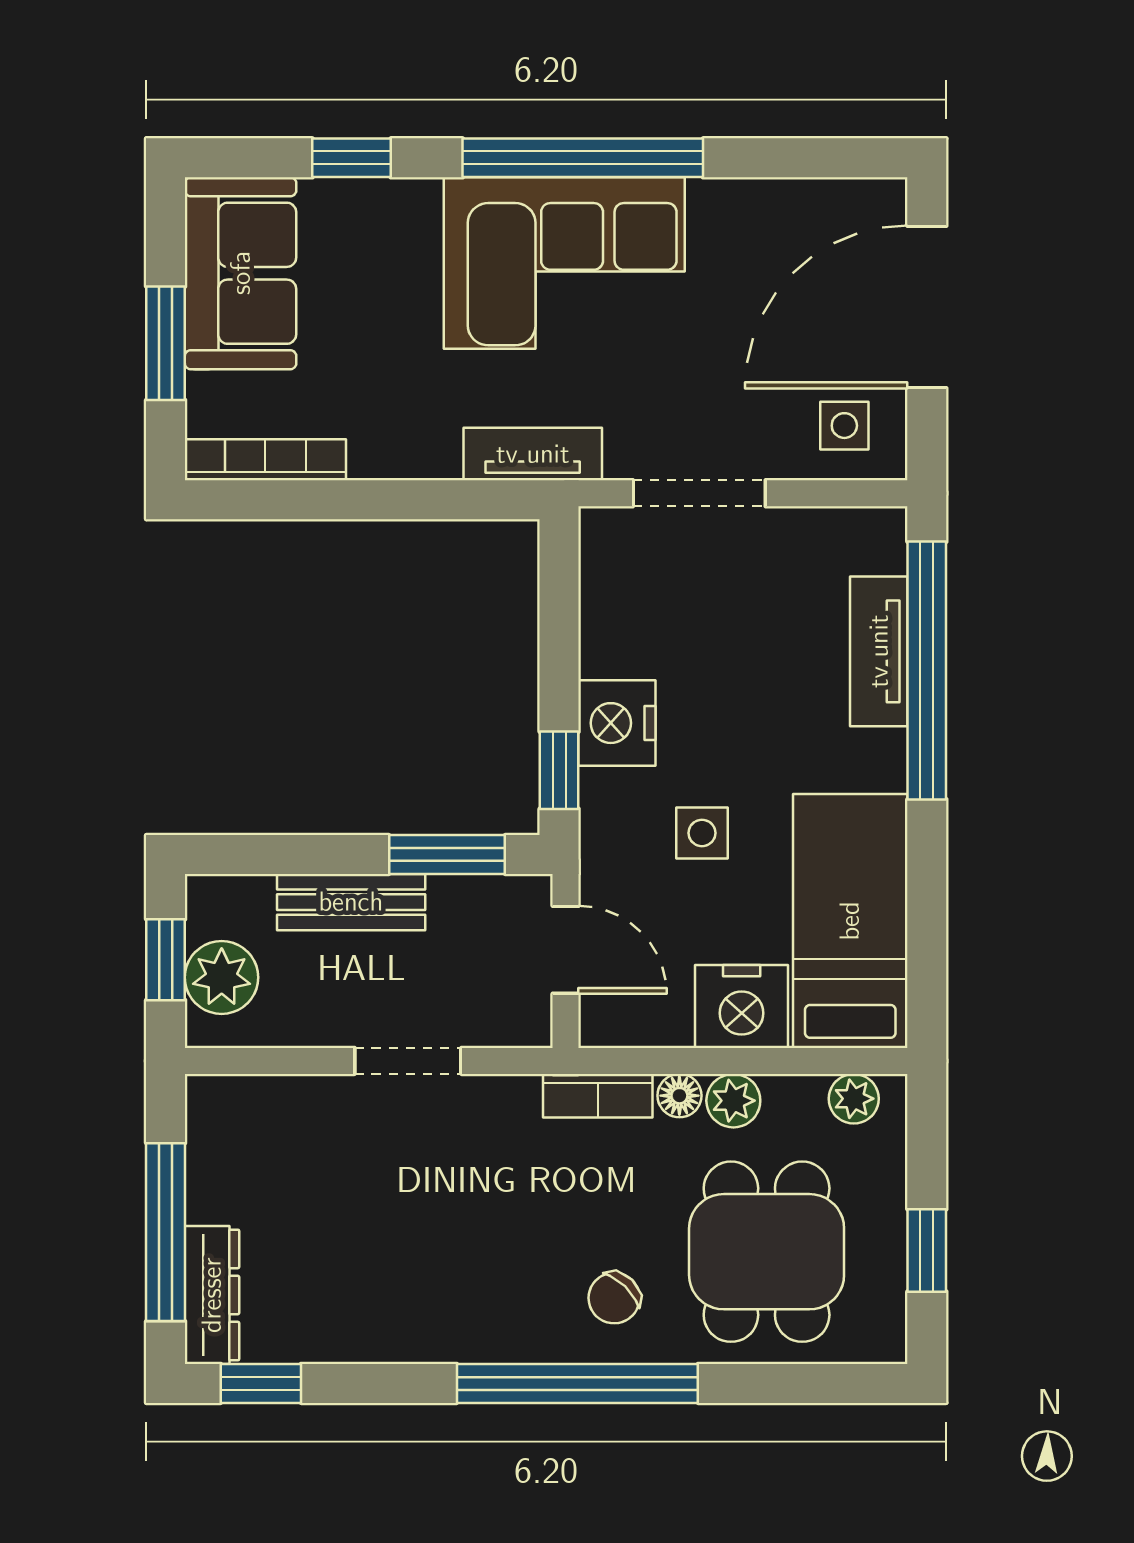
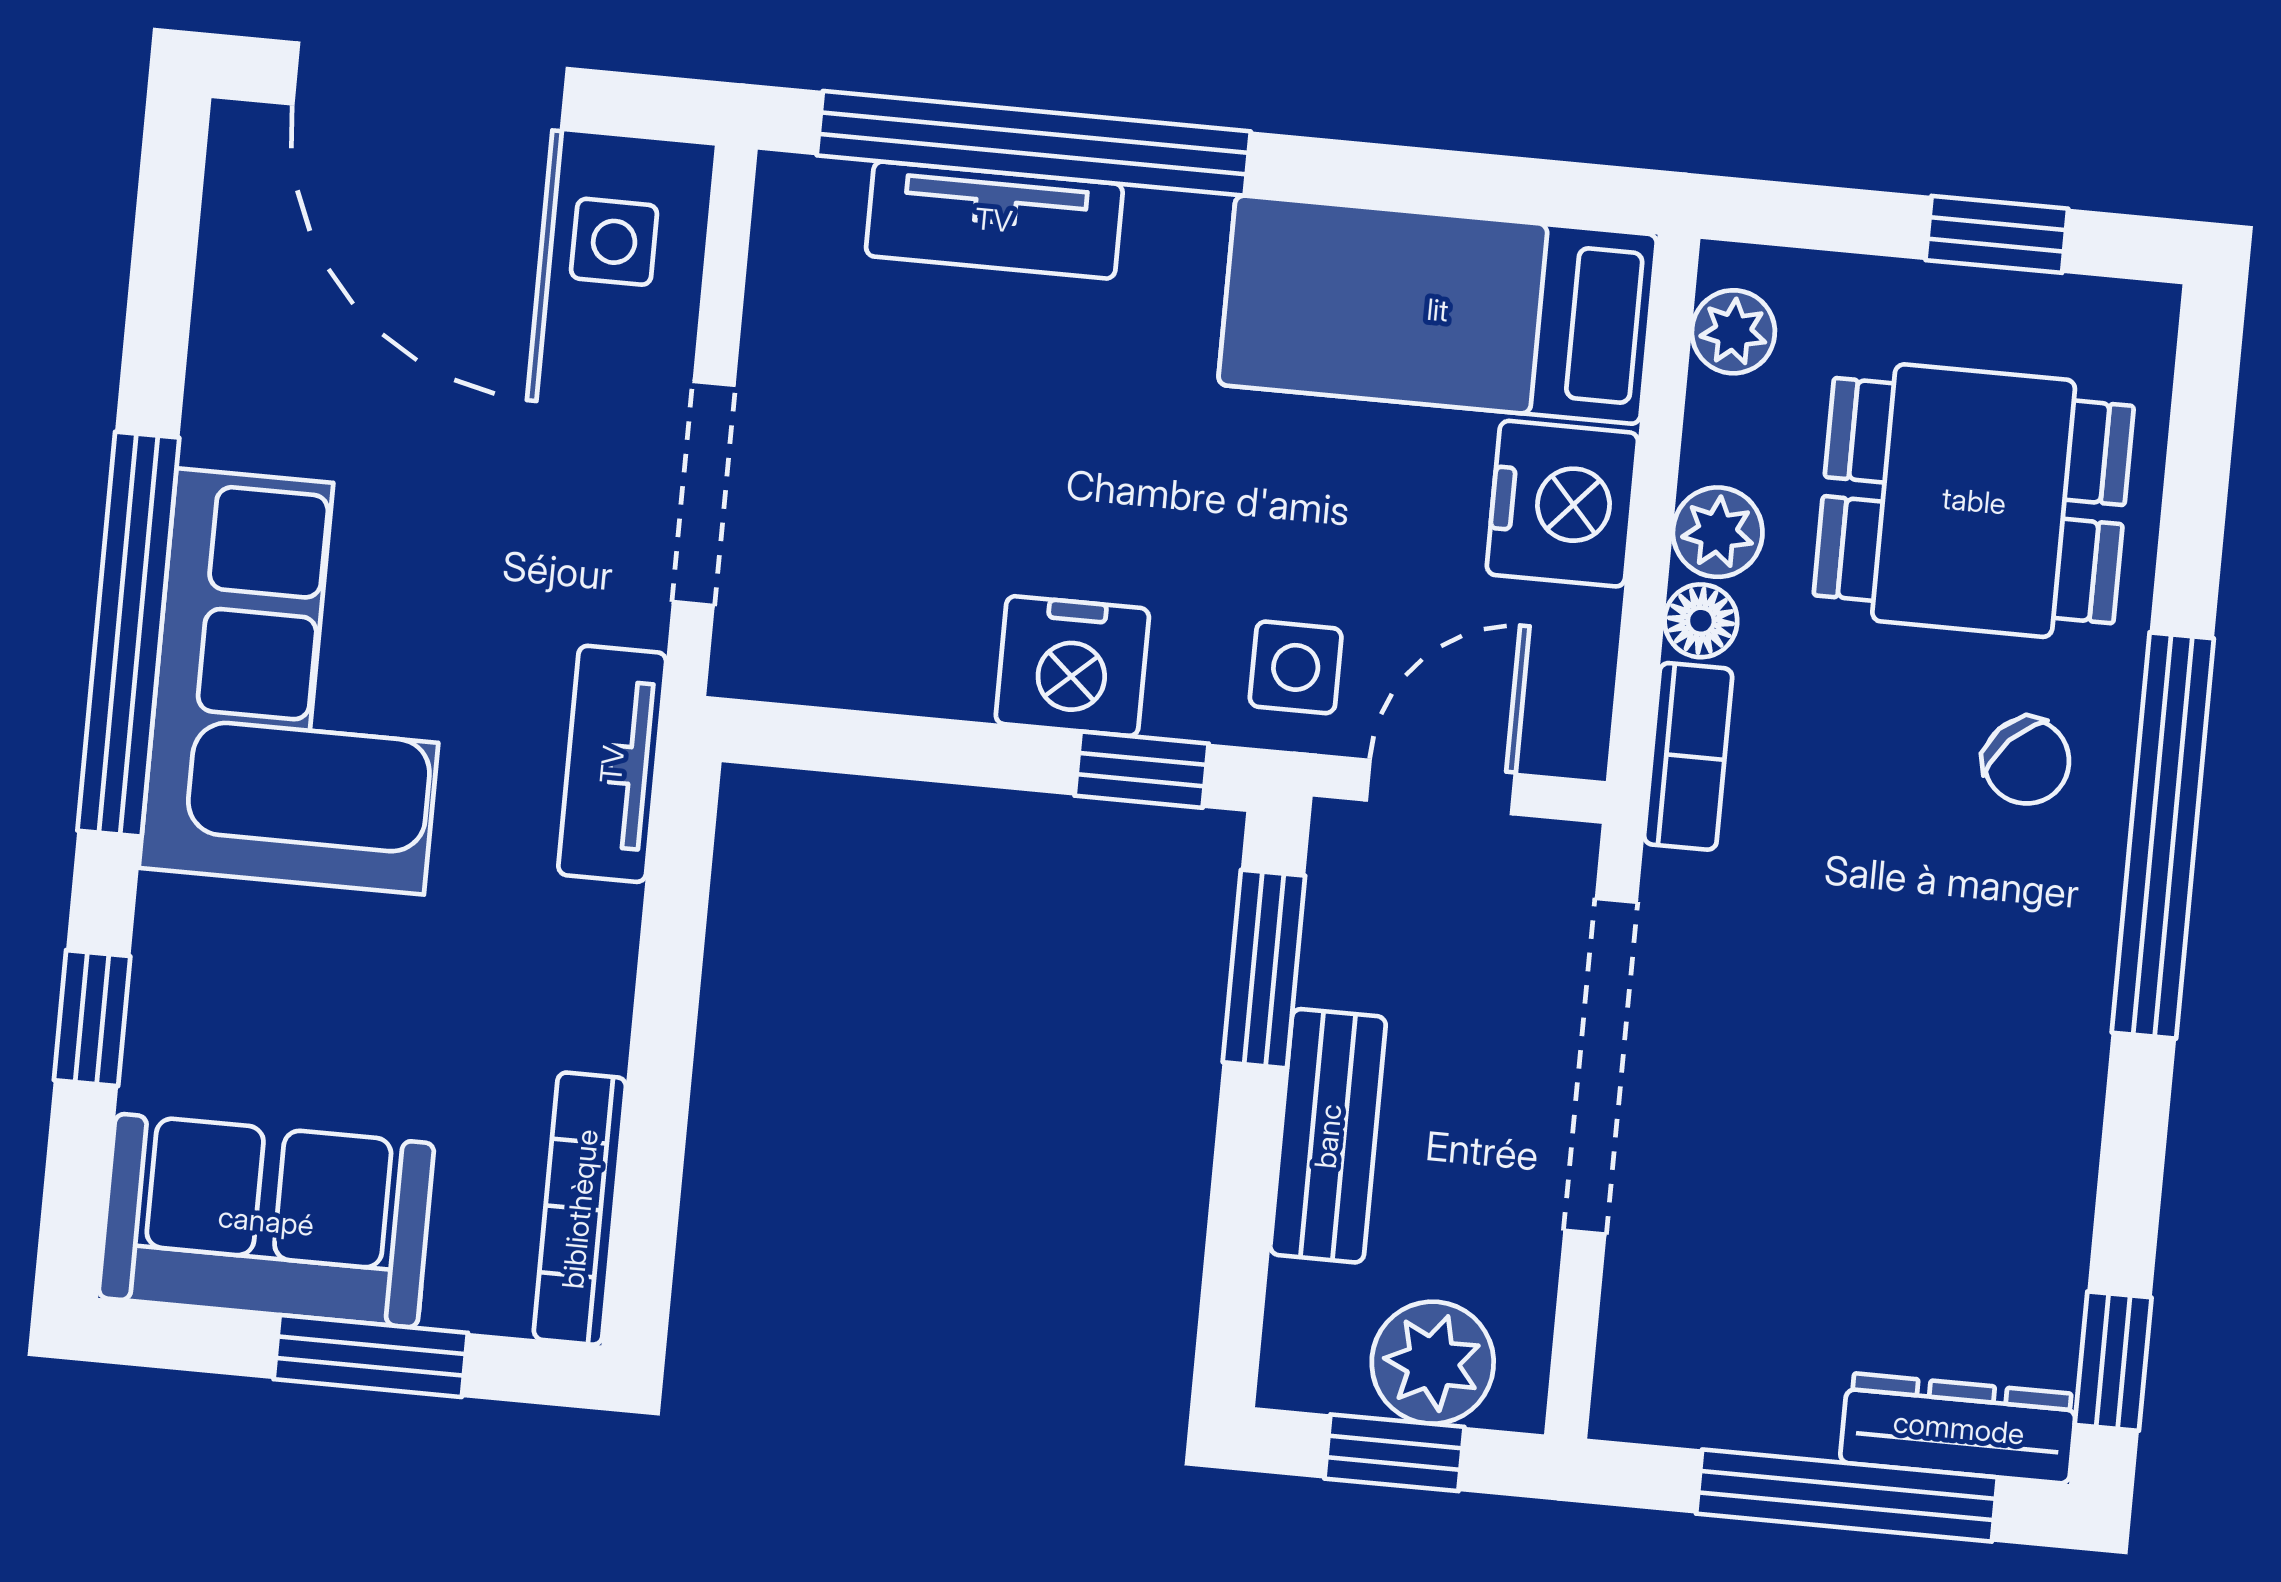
side table: (702, 833) -> (1296, 667), moved
doorway: (408, 1061) -> (1601, 1066), width x1.88

